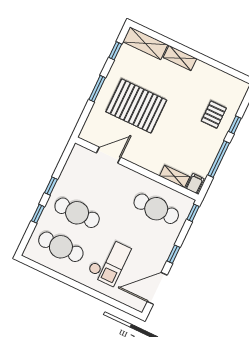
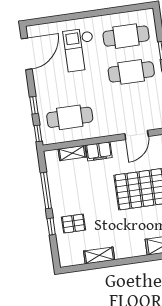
shelving: (180, 58) -> (99, 255), moved
pallet: (214, 115) -> (73, 224), turned 90
filing cabinet: (195, 184) -> (99, 151), moved, width x2.00
window: (173, 254) -> (34, 105), moved

